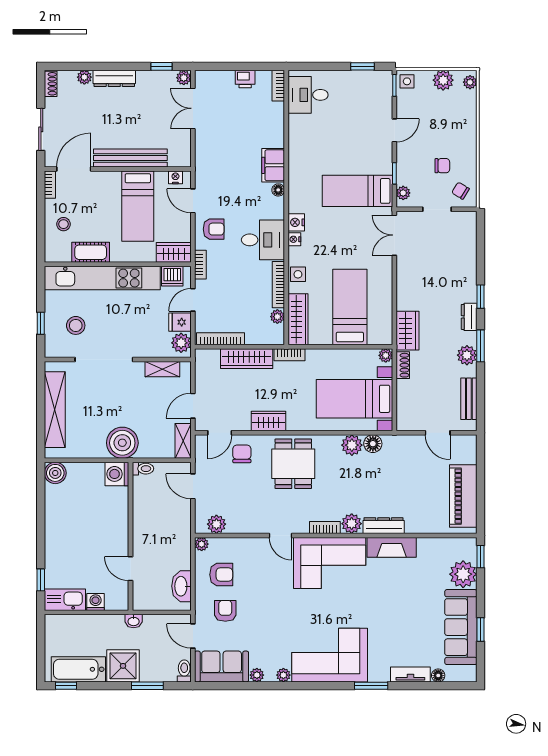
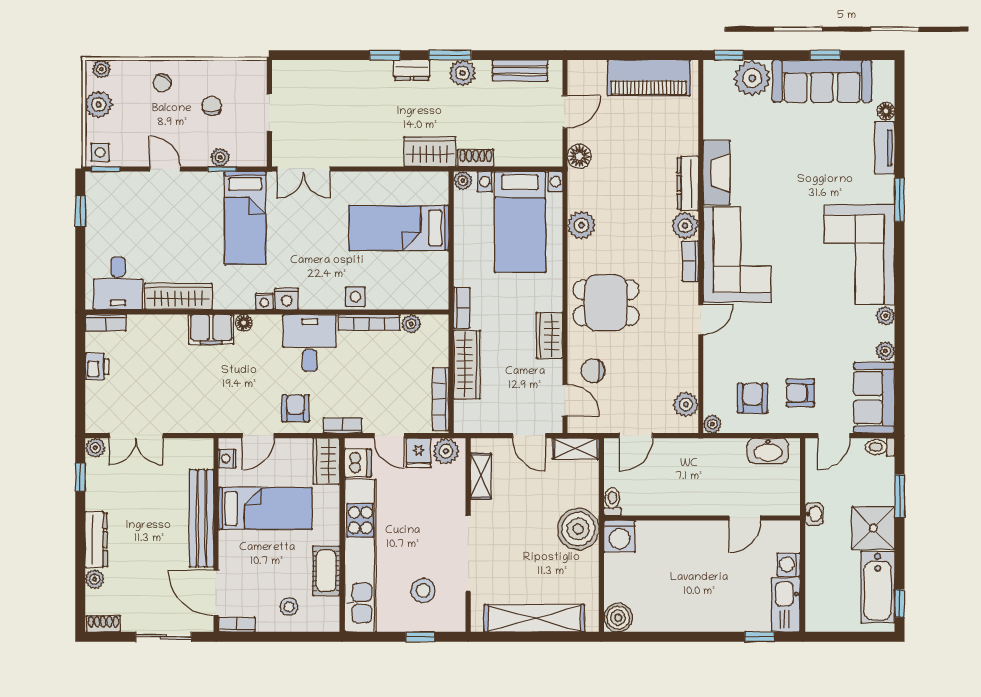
chair: (460, 191) -> (162, 83), moved
plant: (403, 193) -> (220, 157), moved
nightstand: (294, 239) -> (264, 301), moved
wardrobe: (298, 319) -> (178, 297), moved
floor lamp: (373, 444) -> (579, 156), moved

